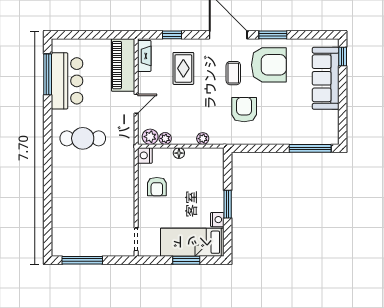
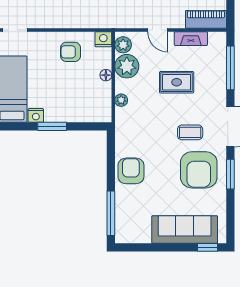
window: (172, 35) -> (230, 68), width x2.17
fireplace: (144, 56) -> (191, 39), moved
piano: (123, 65) -> (206, 19), width x0.73, depth x0.75
rug: (183, 68) -> (177, 82), moved
armchair: (244, 110) -> (131, 171), moved, turned -90
plant: (165, 138) -> (127, 66), width x1.87, depth x1.87

